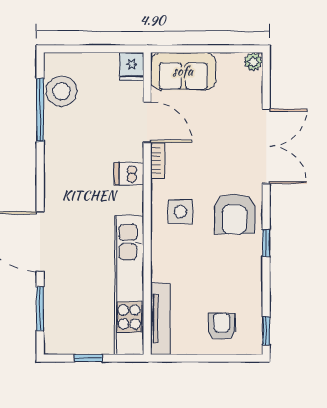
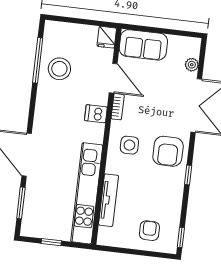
plant: (253, 62) -> (192, 65), moved
stool: (61, 91) -> (59, 69), moved
tv unit: (160, 319) -> (109, 200), moved

